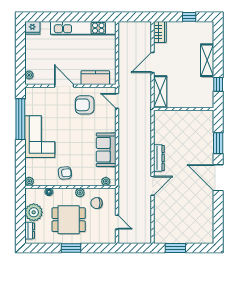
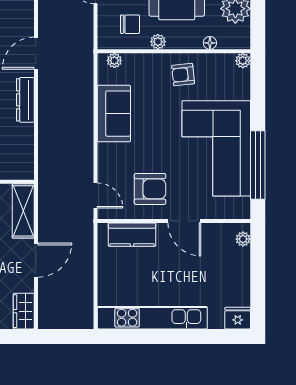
corner sofa: (40, 137) -> (216, 148), width x1.36, depth x1.36

